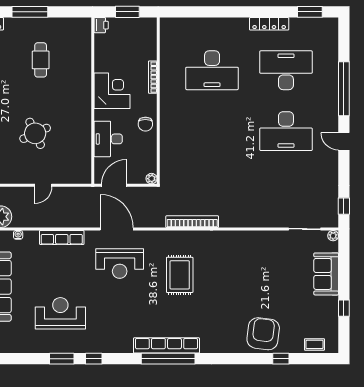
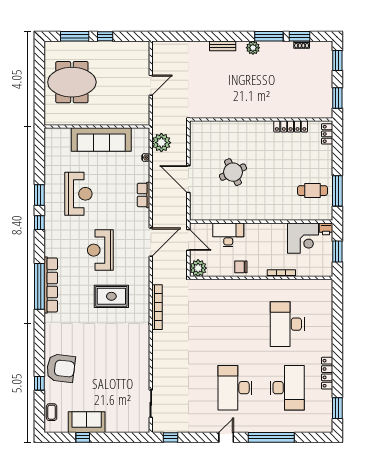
window: (30, 12) -> (337, 191), moved
cafe table: (41, 60) -> (312, 191), moved
corner desk: (112, 91) -> (303, 238), moved
plant: (152, 179) -> (198, 268), width x1.87, depth x1.87
door: (43, 185) -> (188, 179), width x1.88
plant: (333, 236) -> (145, 428), removed
row of seats: (62, 237) -> (144, 195), width x0.68
reception desk: (120, 264) -> (100, 250), moved
sofa: (326, 274) -> (87, 422), moved

